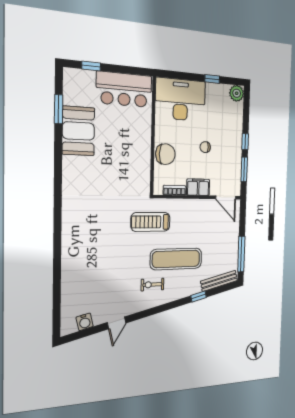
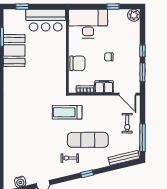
exercise bike: (224, 236) -> (127, 123), added
window: (199, 296) -> (87, 174), moved

